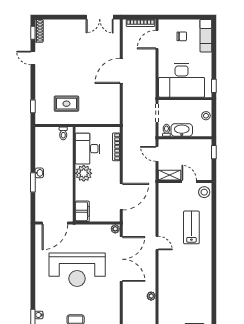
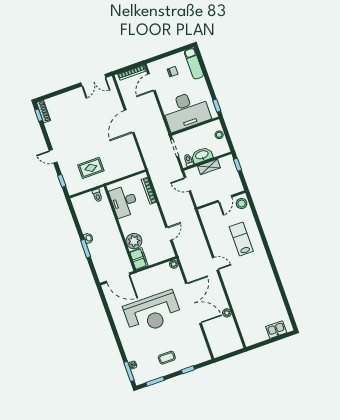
door: (33, 58) -> (53, 156), moved
plant: (84, 173) -> (134, 241), moved
shelving: (169, 175) -> (209, 167), moved
door: (189, 182) -> (225, 199), swing flipped
door: (121, 197) -> (169, 234), width x0.53
door: (55, 223) -> (118, 278), hinge flipped
double door: (121, 259) -> (193, 303), moved

